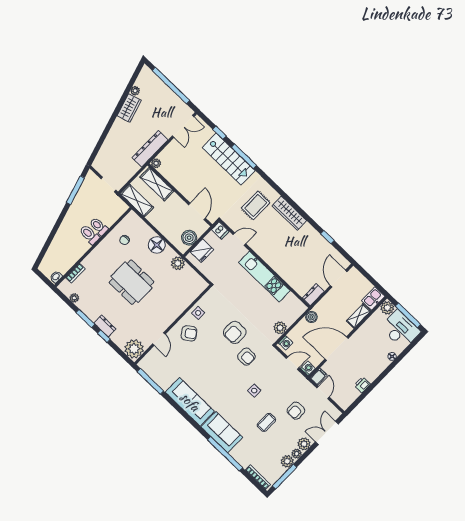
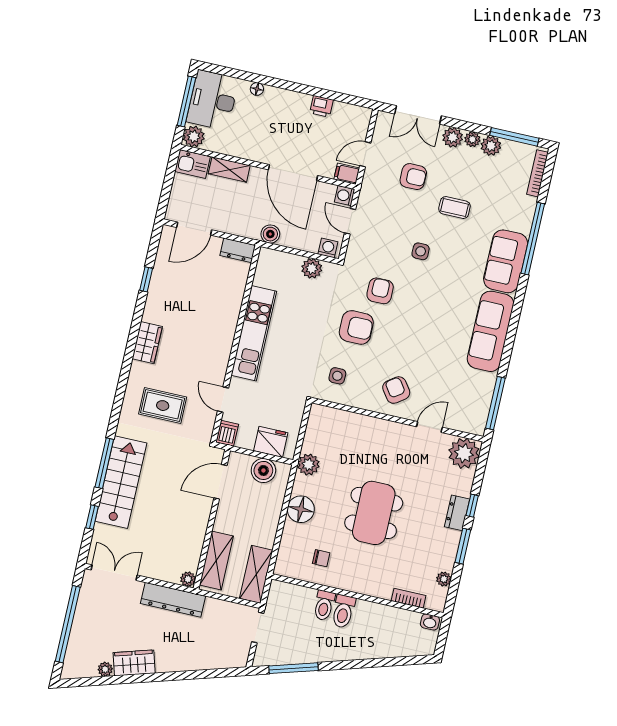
wardrobe: (289, 213) -> (147, 343), width x0.67
side table: (198, 313) -> (337, 376), moved

